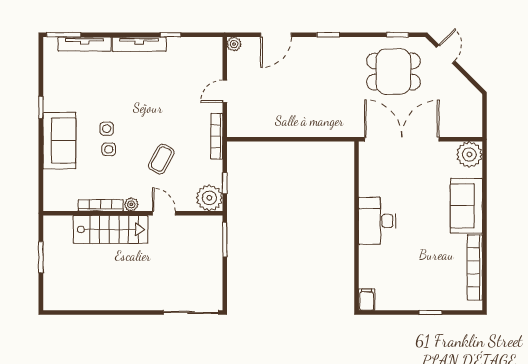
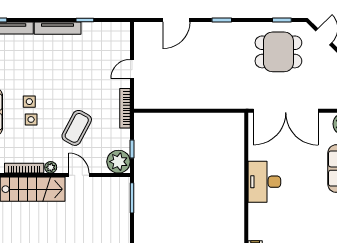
plant: (234, 44) -> (140, 28), removed
double door: (402, 139) -> (286, 111), swing flipped
coffee table: (161, 159) -> (77, 128), width x1.36, depth x1.30

